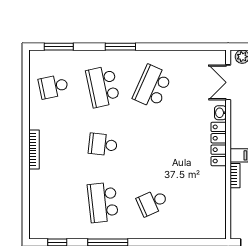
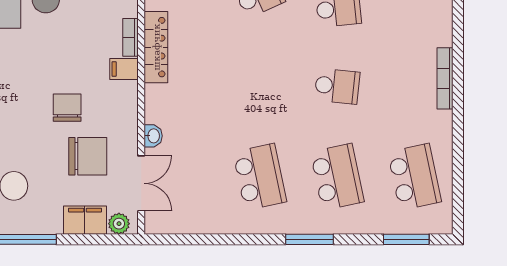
school desk: (53, 87) -> (414, 177), width x1.85
school desk: (152, 87) -> (260, 177), turned -36
locker: (219, 144) -> (156, 47), moved

